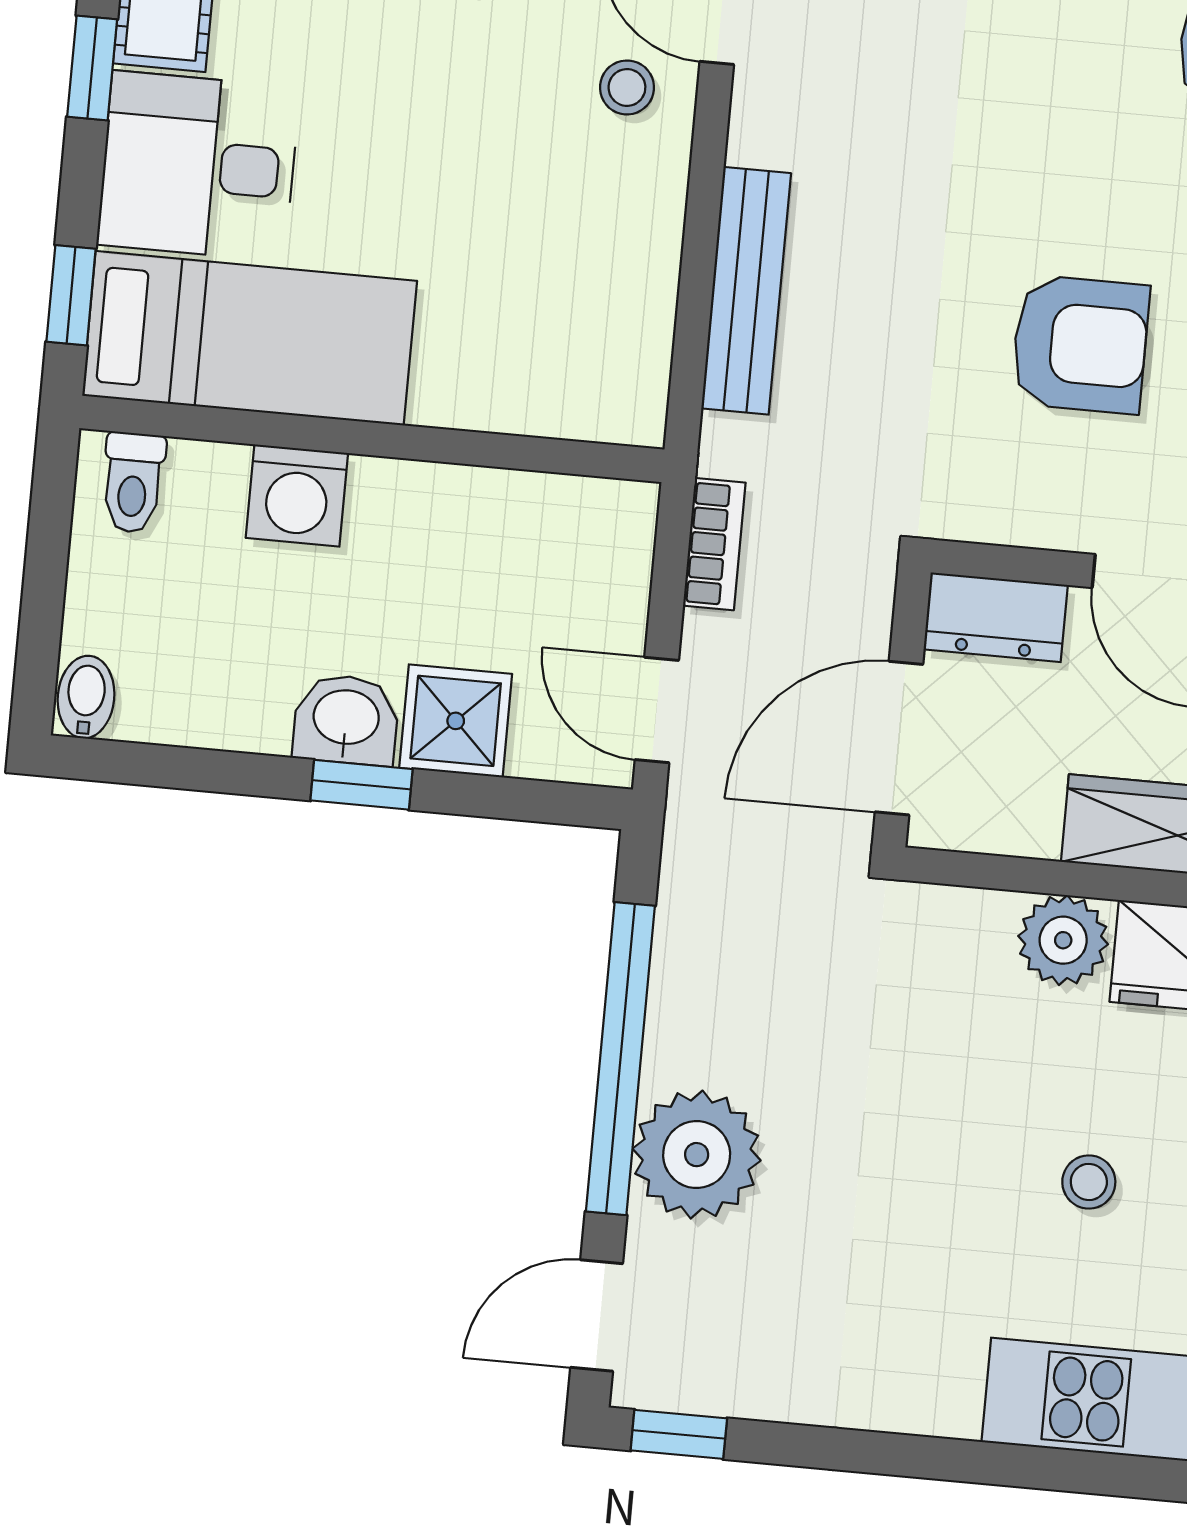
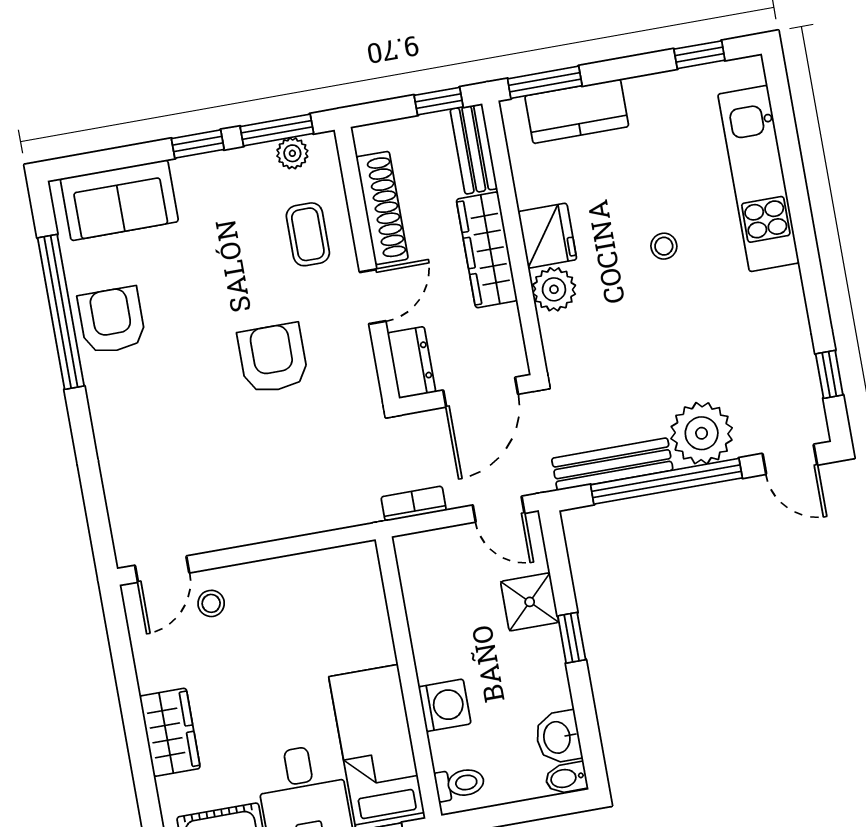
bench: (746, 291) -> (612, 464), moved
door: (657, 710) -> (499, 509), hinge flipped
washbasin: (346, 720) -> (558, 737), moved
door: (899, 738) -> (481, 392), hinge flipped
window: (679, 1434) -> (829, 374), moved

